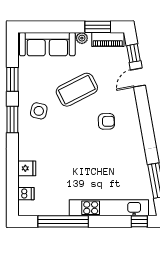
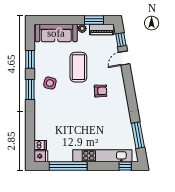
coffee table: (77, 90) -> (78, 67), turned -63
fridge: (27, 168) -> (41, 156), moved

